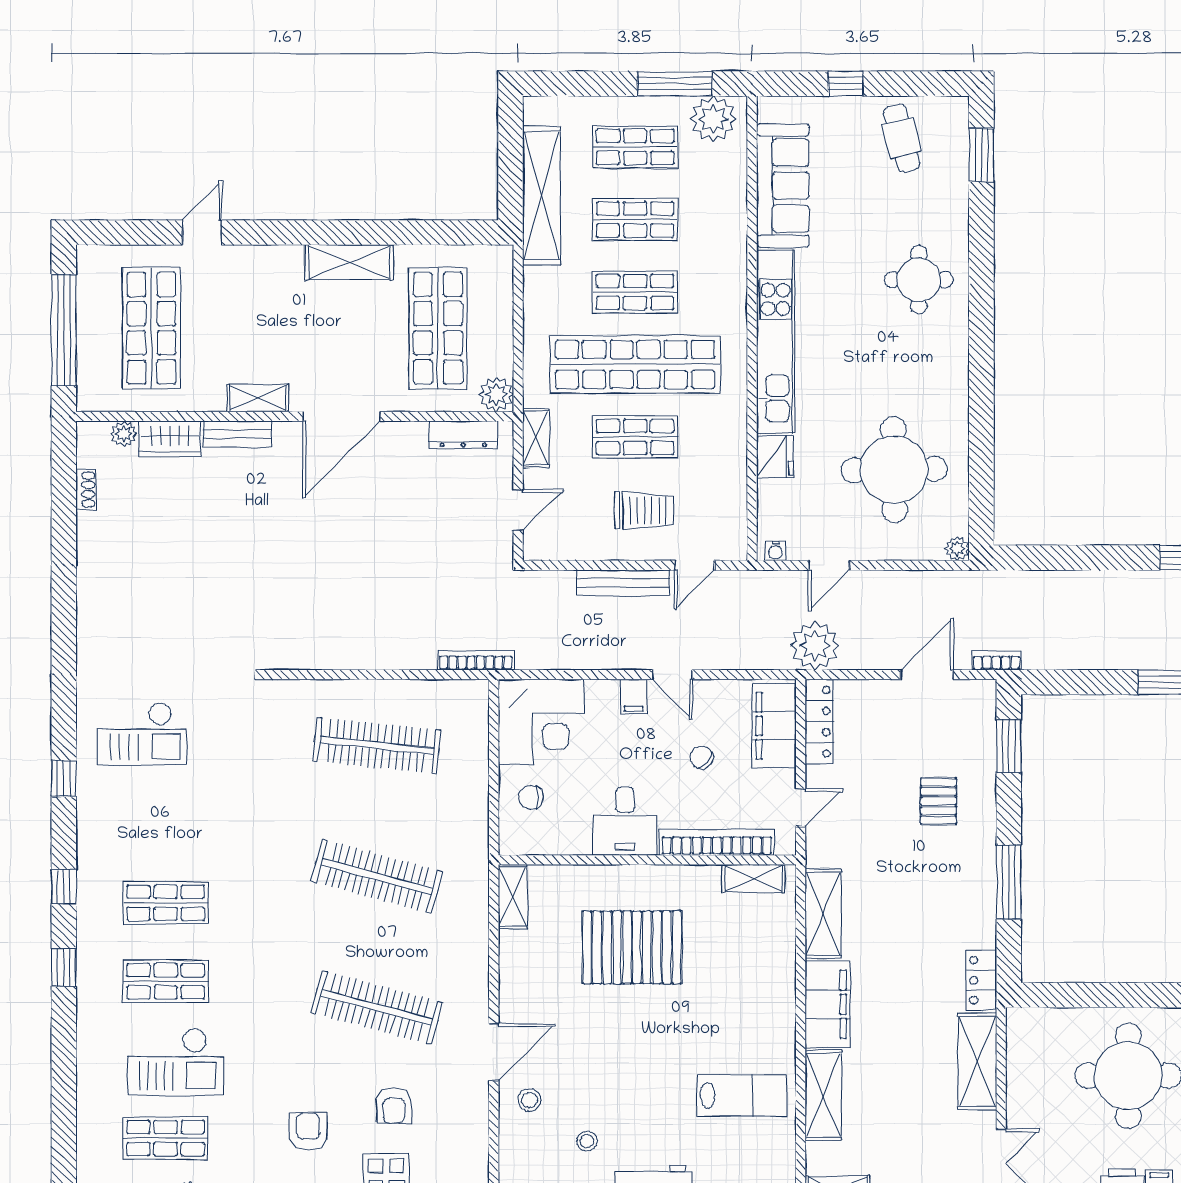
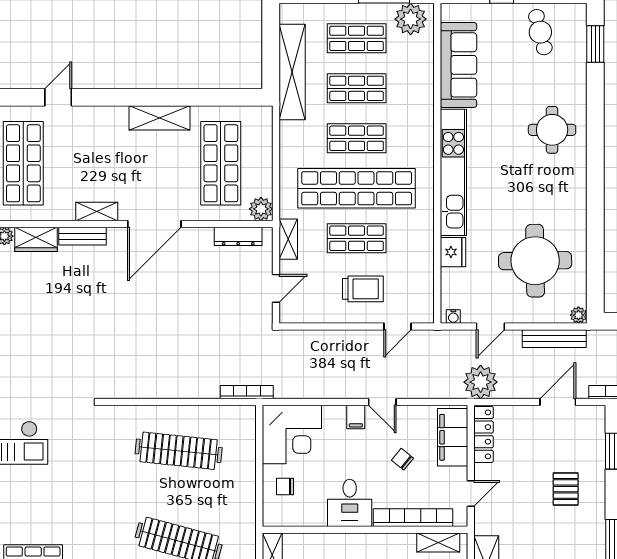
bench: (623, 583) -> (554, 339), moved

